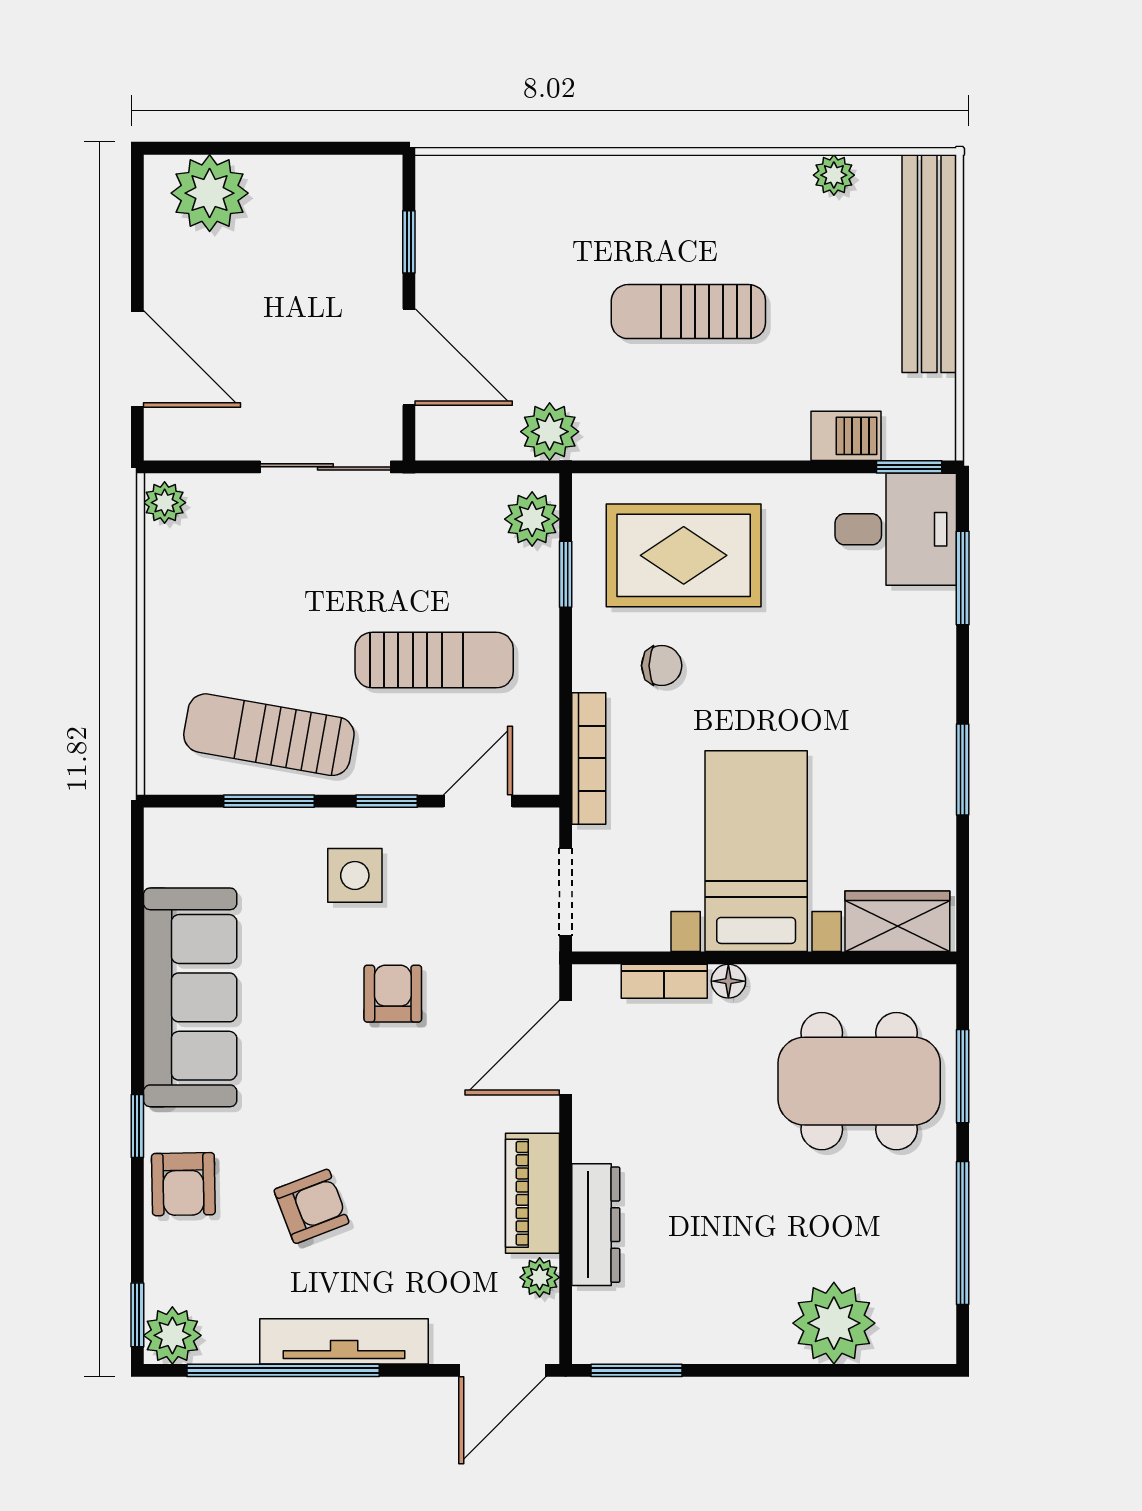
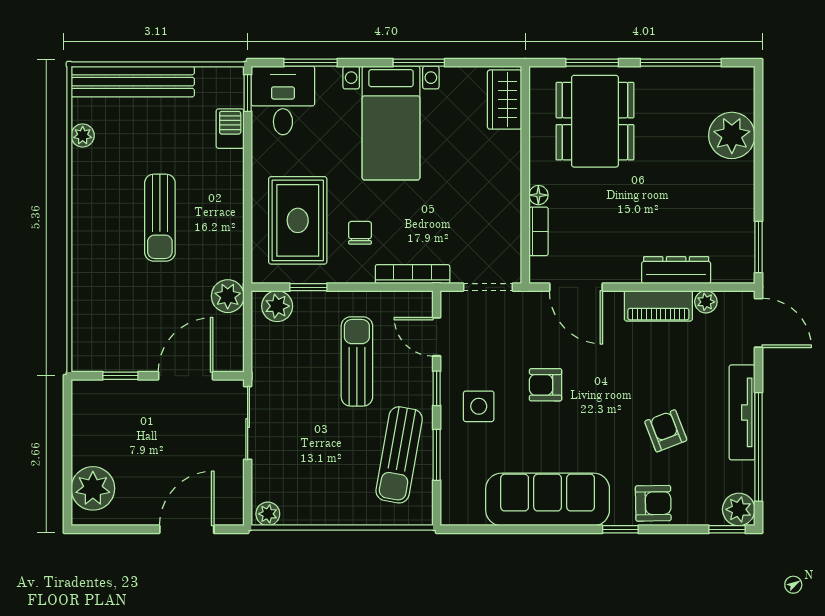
bed with nightstands: (756, 851) -> (391, 123), moved, turned -90

